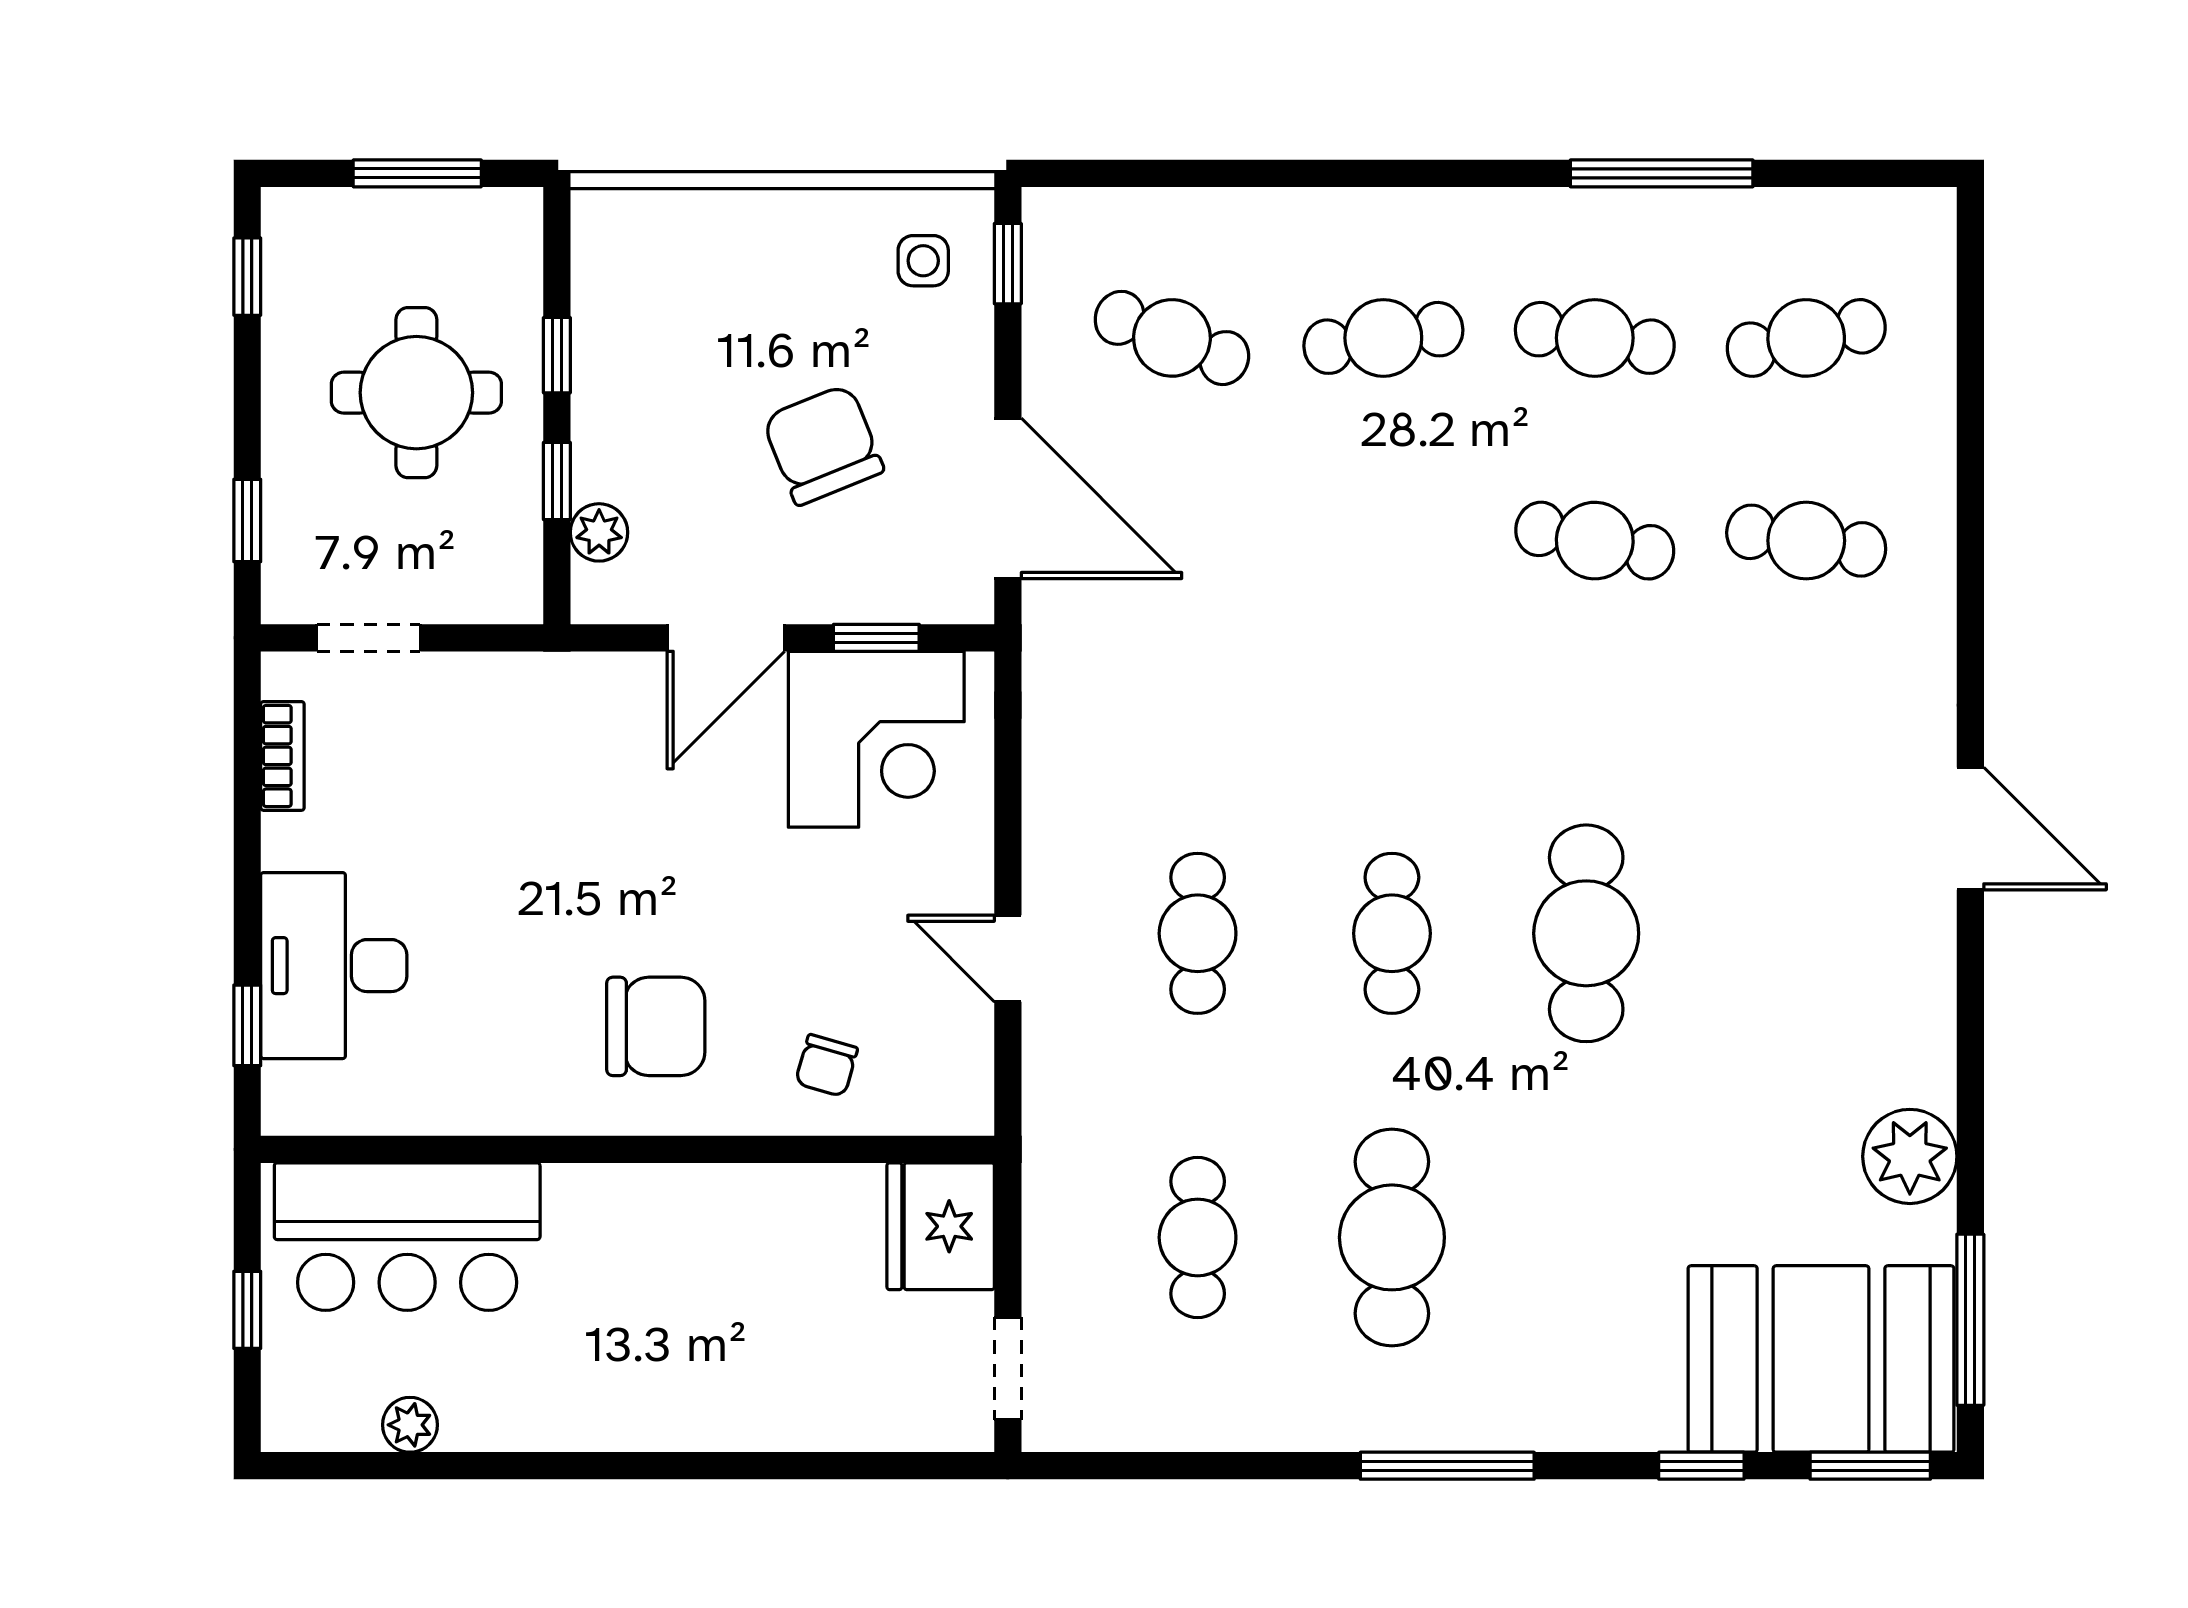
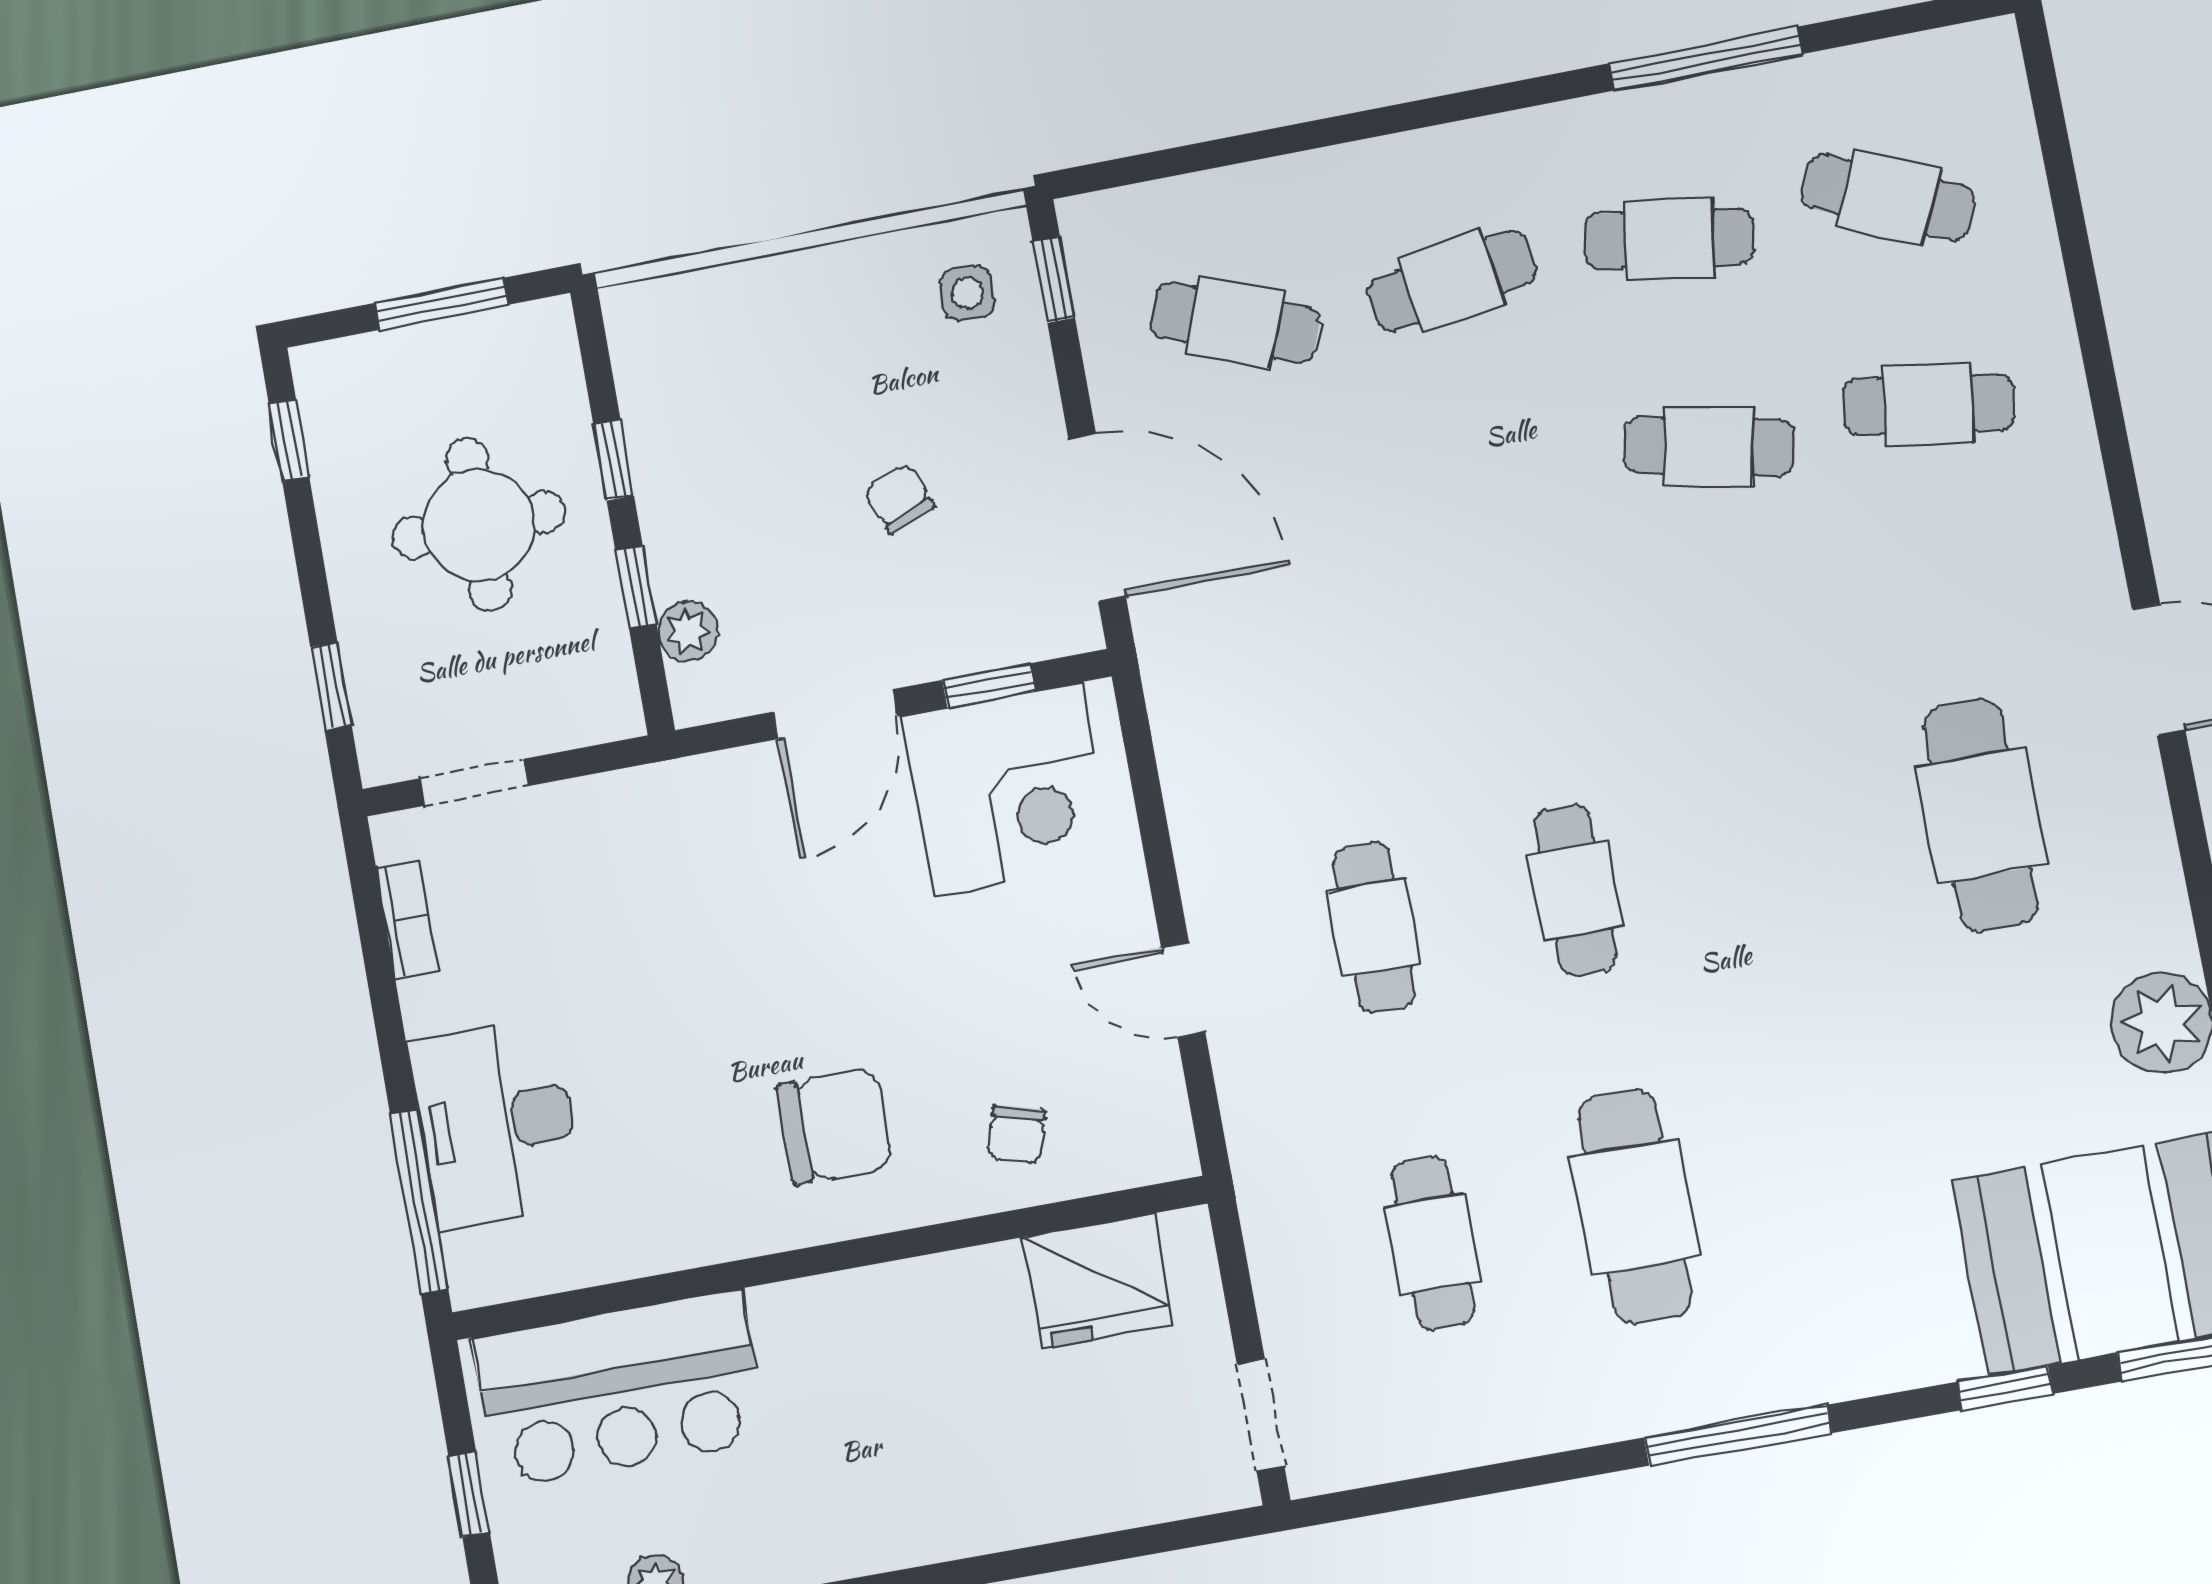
cafe table: (1806, 338) -> (1888, 197), turned 36
chair: (823, 445) -> (899, 499), width x0.54, depth x0.54
cafe table: (1586, 933) -> (1981, 815), moved
window: (247, 1025) -> (419, 1201), width x2.17
fridge: (941, 1226) -> (1097, 1281), moved, turned -90

